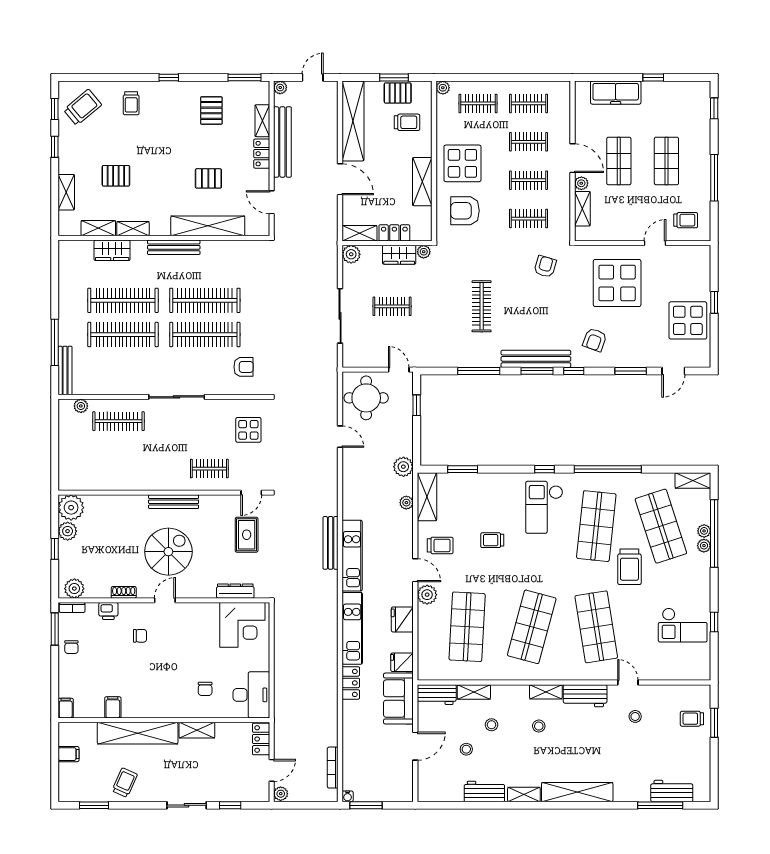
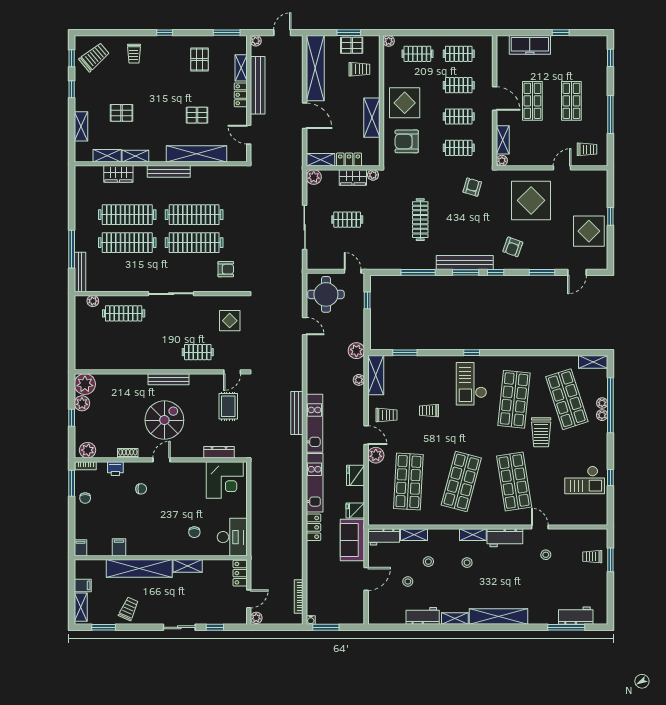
plant: (581, 183) -> (502, 161), moved
window: (608, 469) -> (523, 353), removed
shelving: (66, 781) -> (81, 607), added

